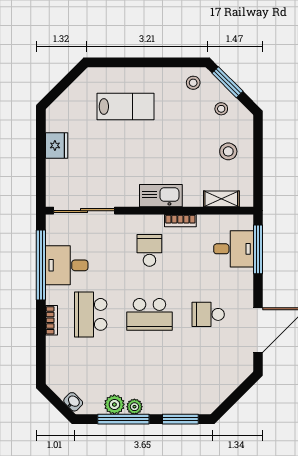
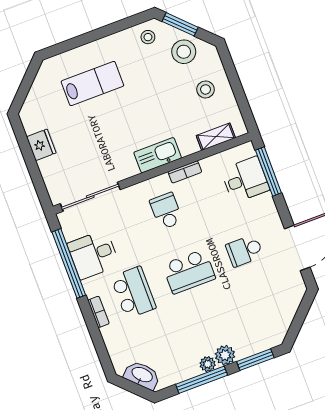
stool: (221, 109) -> (184, 52), width x1.89, depth x1.89
school desk: (91, 314) -> (133, 292), turned 180
washbasin: (73, 402) -> (142, 375), width x1.91, depth x1.45
plant: (114, 404) -> (225, 355), moved

